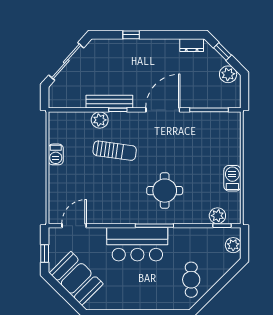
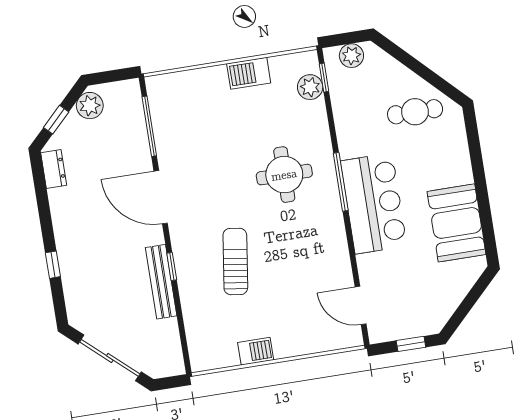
plant: (100, 120) -> (192, 292), removed
booth: (76, 278) -> (456, 223), moved, turned -45

